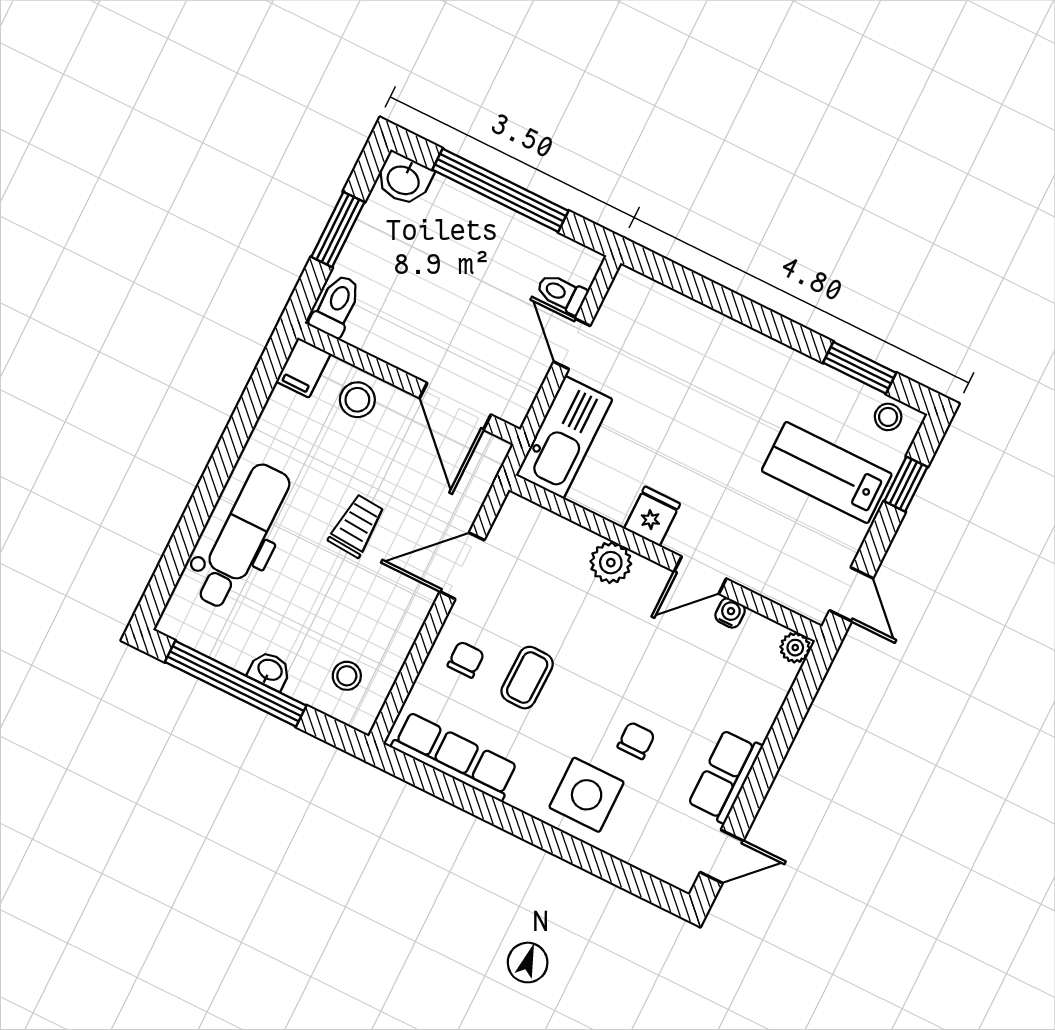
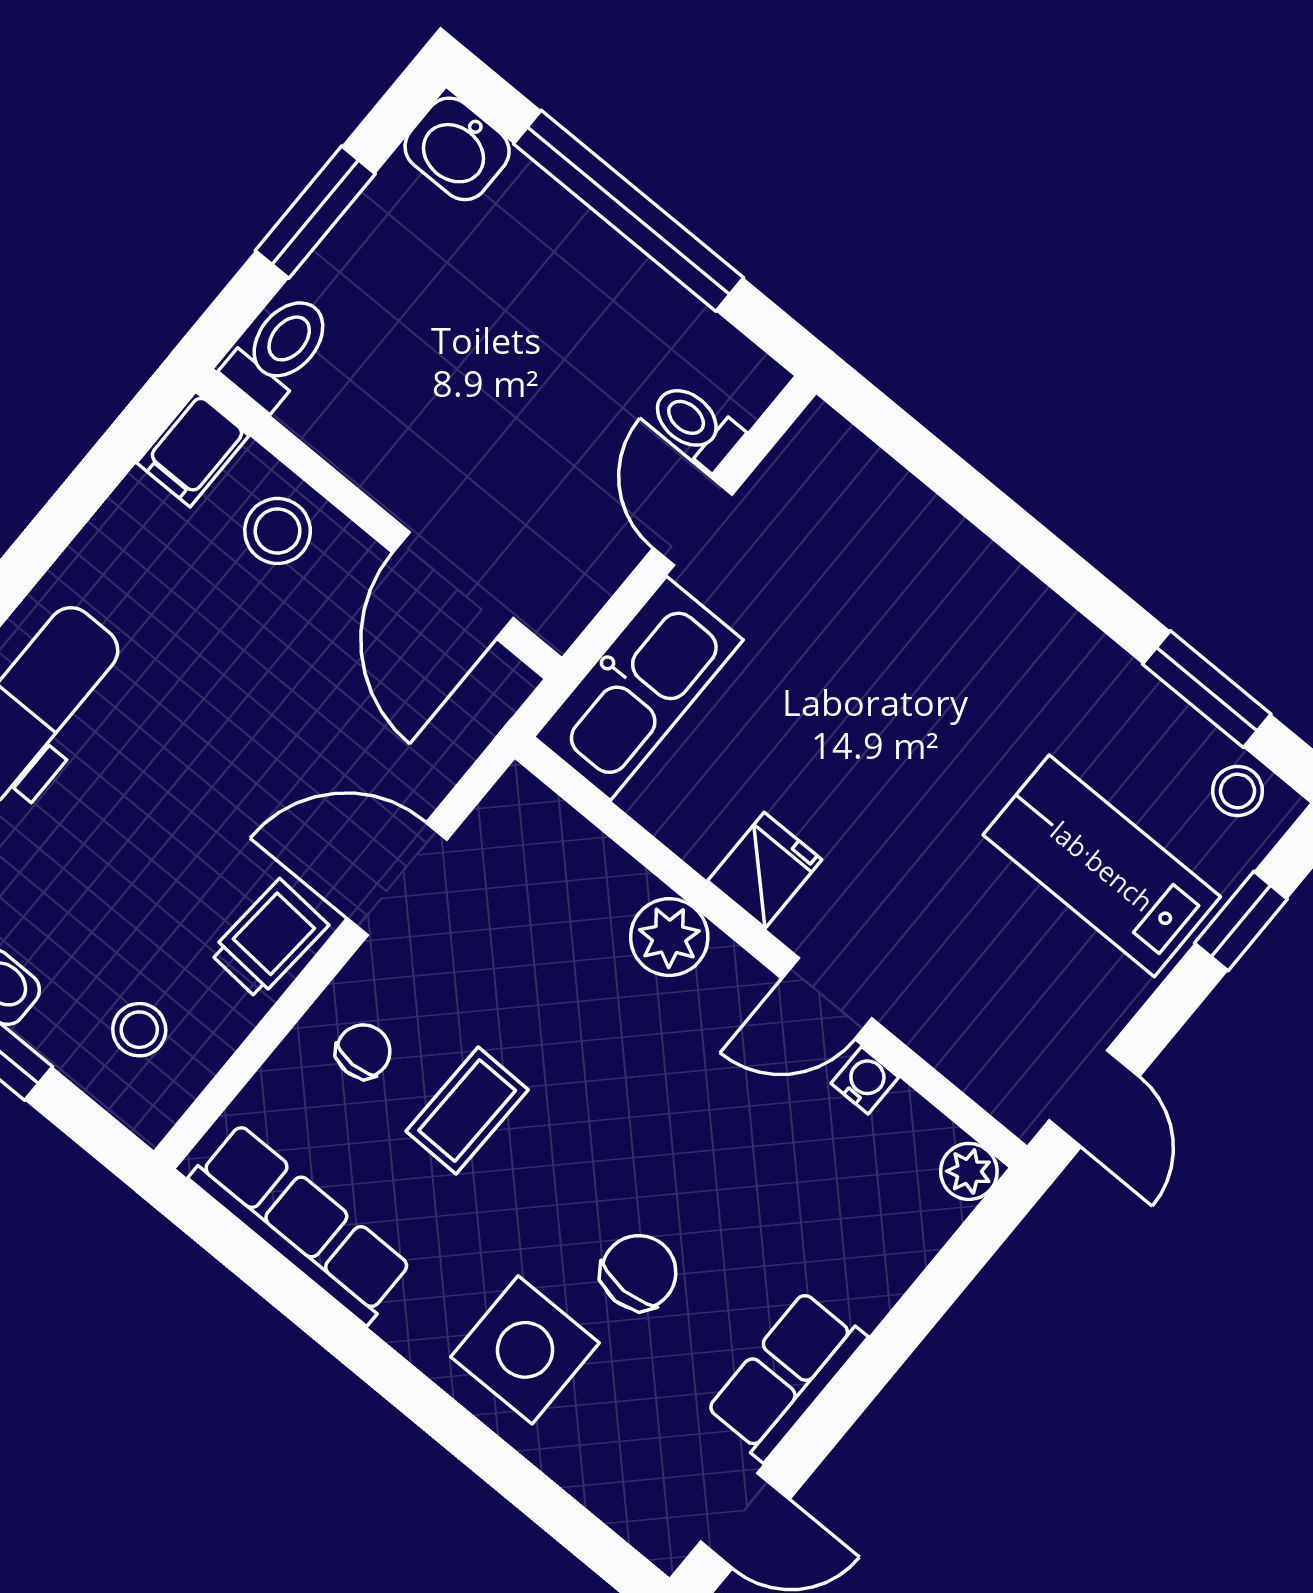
trolley: (357, 526) -> (269, 939), moved
chair: (636, 741) -> (639, 1272), width x1.37, depth x1.37

